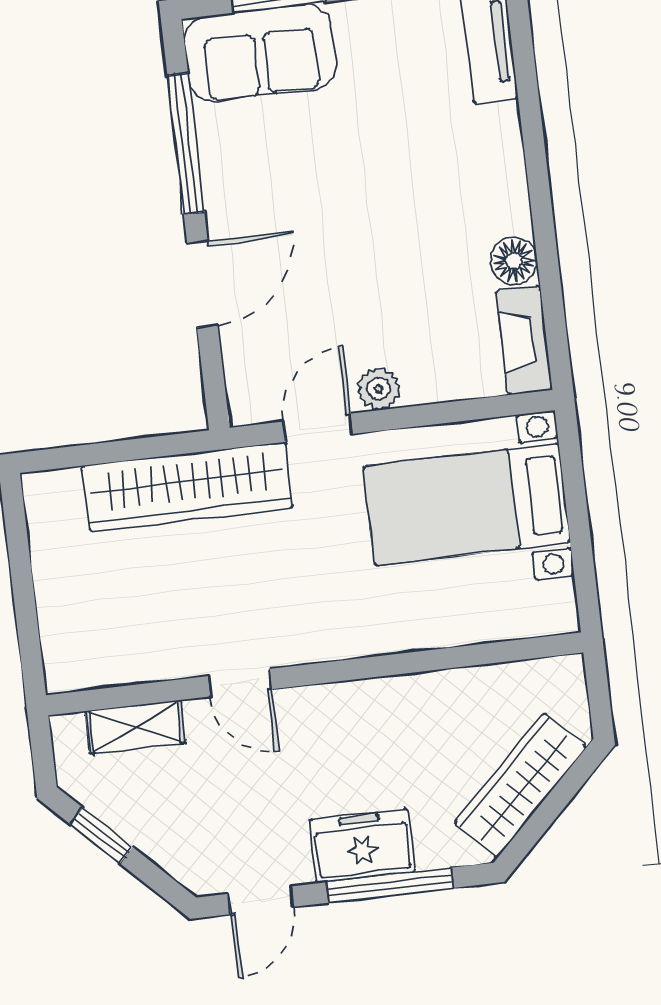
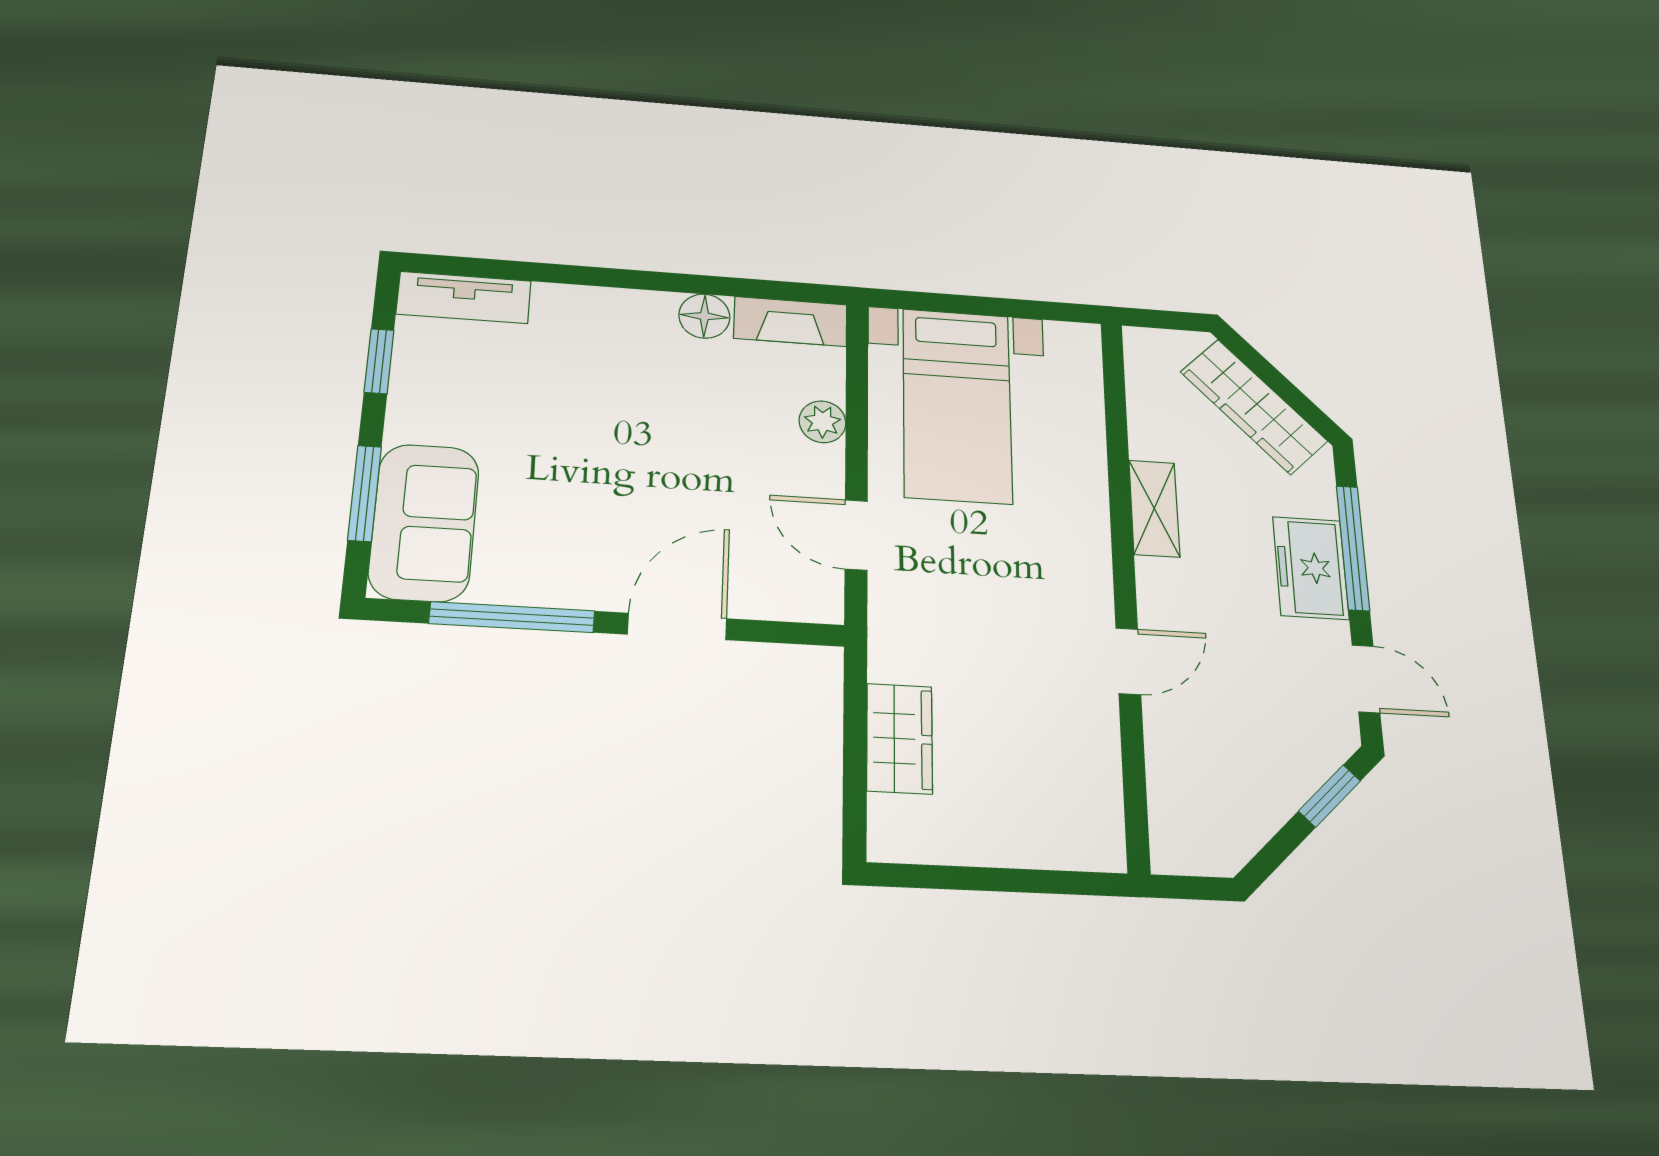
door: (202, 284) -> (677, 626), hinge flipped
plant: (379, 389) -> (822, 422), moved
wardrobe: (187, 487) -> (900, 738), width x0.48, depth x0.85
shelving: (135, 727) -> (1154, 508), moved
window: (101, 836) -> (1330, 796), moved

